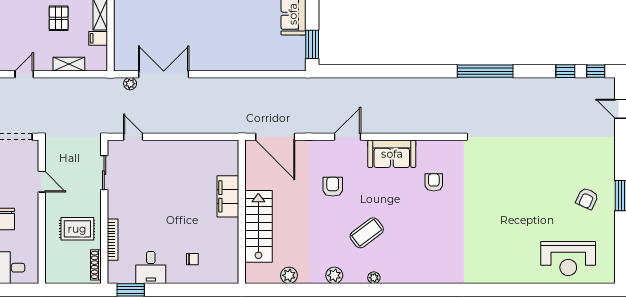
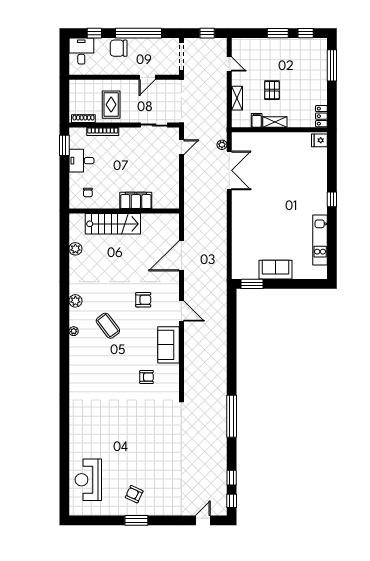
pallet: (59, 18) -> (272, 90), turned 90
filing cabinet: (228, 196) -> (136, 200), moved
wall: (242, 212) -> (124, 211), moved
stairs: (258, 226) -> (113, 224), moved
plant: (289, 275) -> (75, 249), moved

